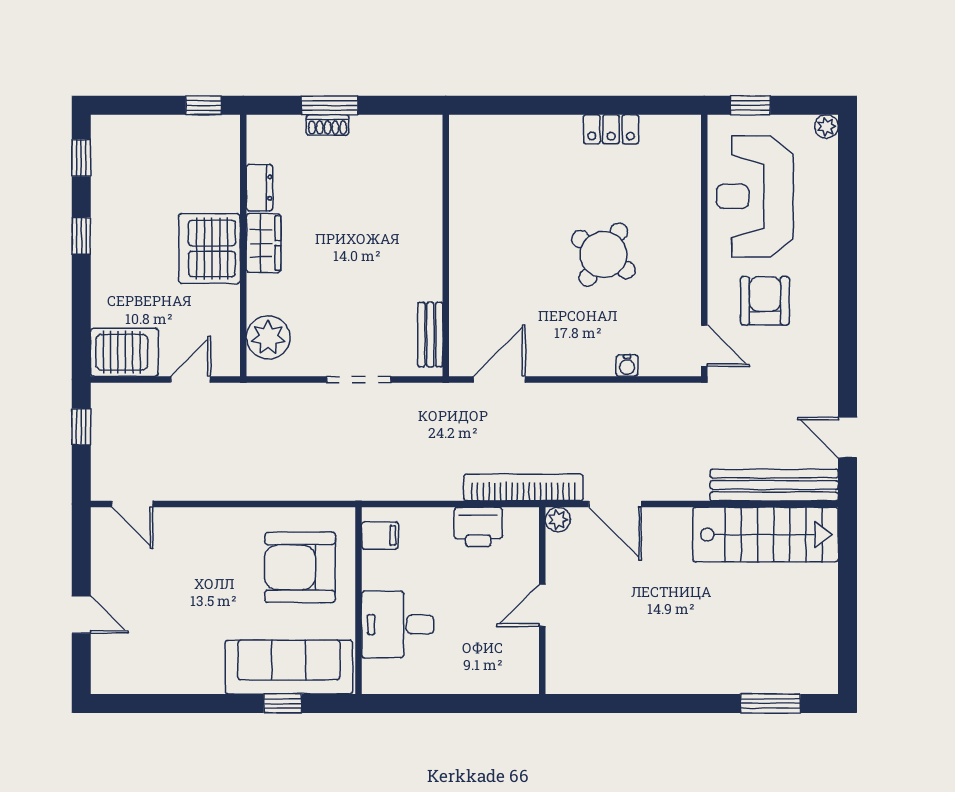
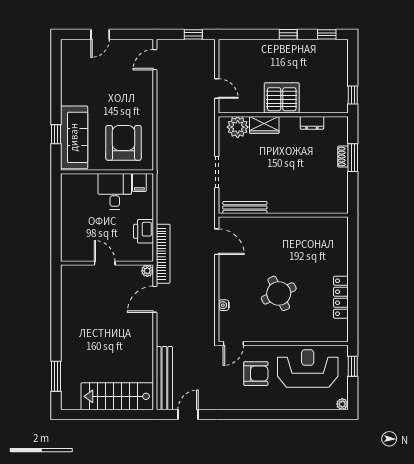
locker: (611, 129) -> (341, 297), width x1.53
wardrobe: (264, 243) -> (264, 125), moved
round table: (603, 255) -> (279, 293), turned 31
bench: (430, 335) -> (245, 208), width x1.36
server rack: (124, 352) -> (230, 56), removed
stairs: (766, 535) -> (117, 396), moved, turned 90
desk: (398, 625) -> (115, 191), moved

